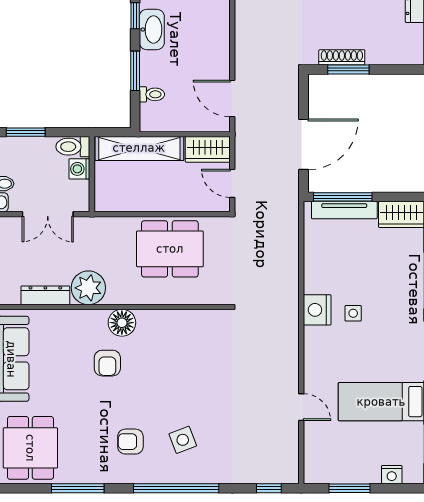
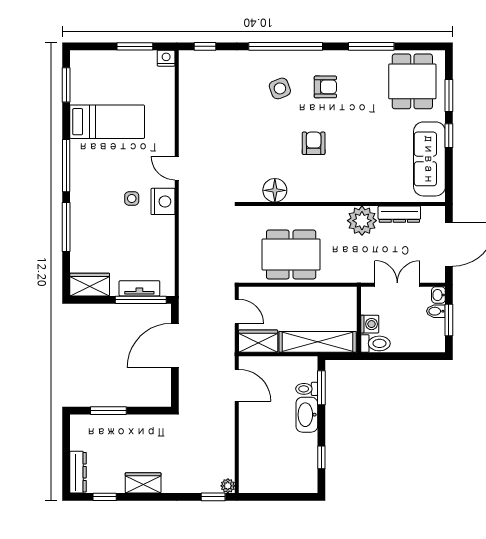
washbasin: (152, 30) -> (307, 415), moved
shoe rack: (342, 57) -> (142, 421), removed
window: (348, 69) -> (108, 411), moved
window: (135, 71) -> (321, 388), moved
window: (26, 132) -> (416, 356), removed
tv unit: (344, 210) -> (139, 288), width x0.71
floor lamp: (122, 323) -> (275, 190), moved
armchair: (107, 363) -> (314, 143), moved
door: (301, 407) -> (177, 168), moved
nightstand: (392, 475) -> (166, 58), moved

